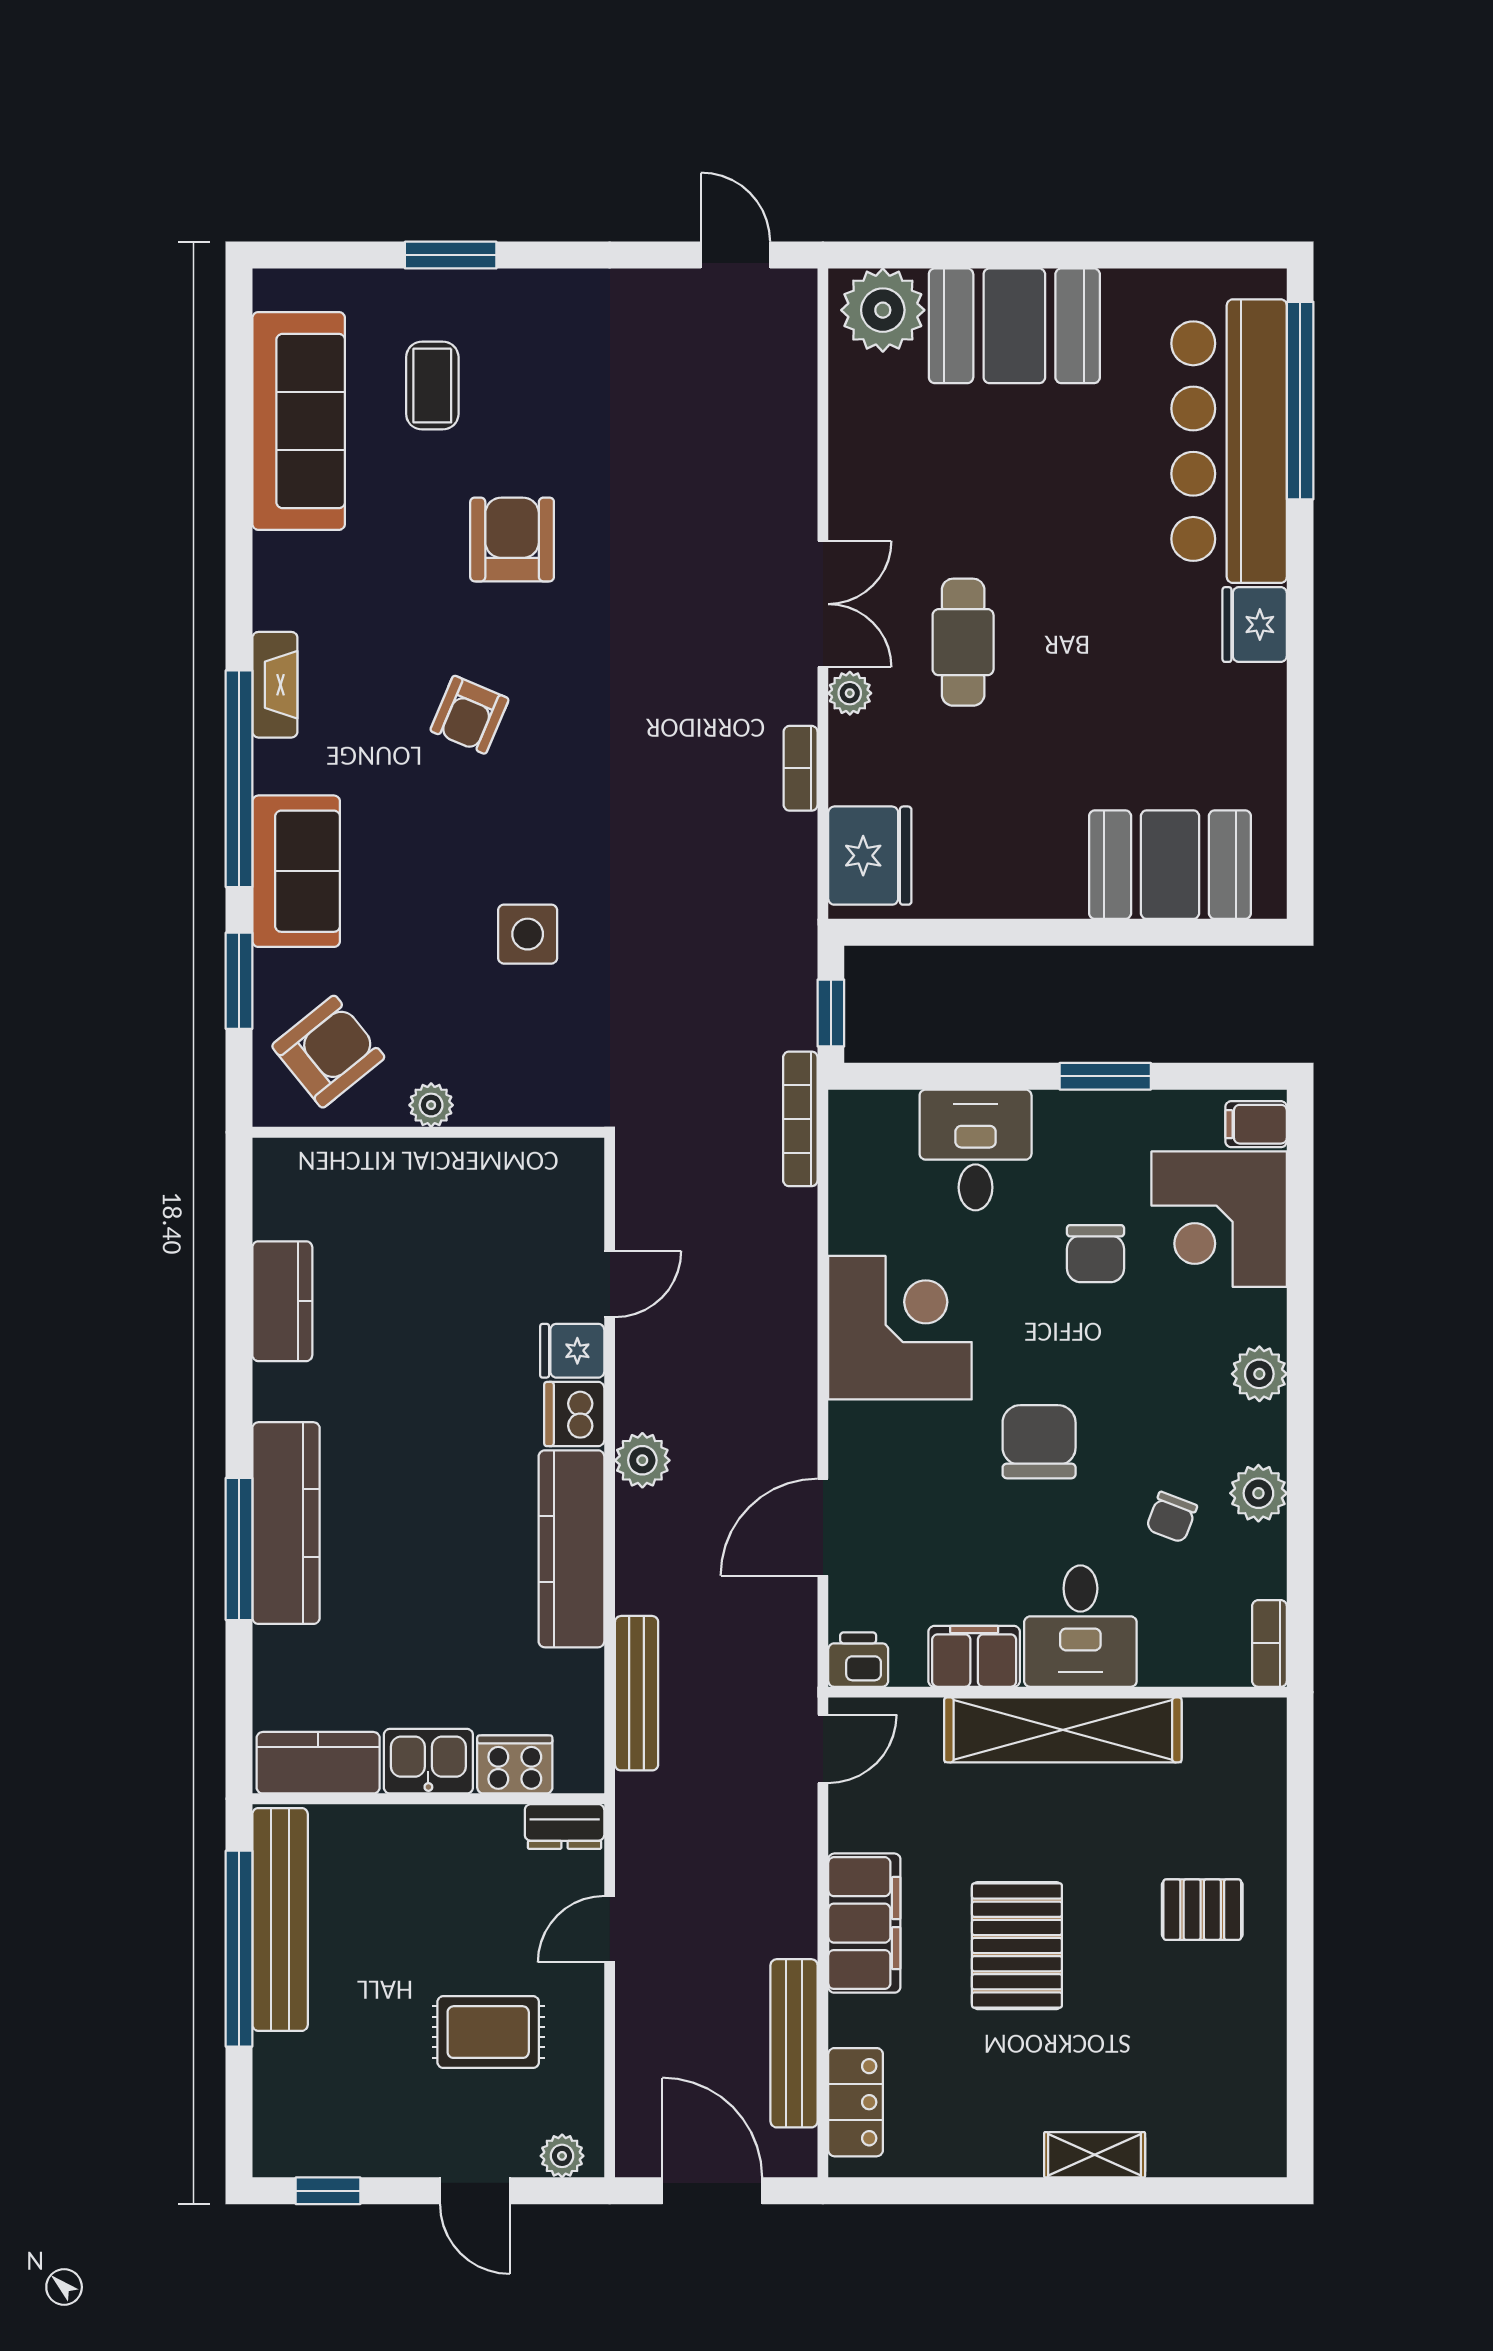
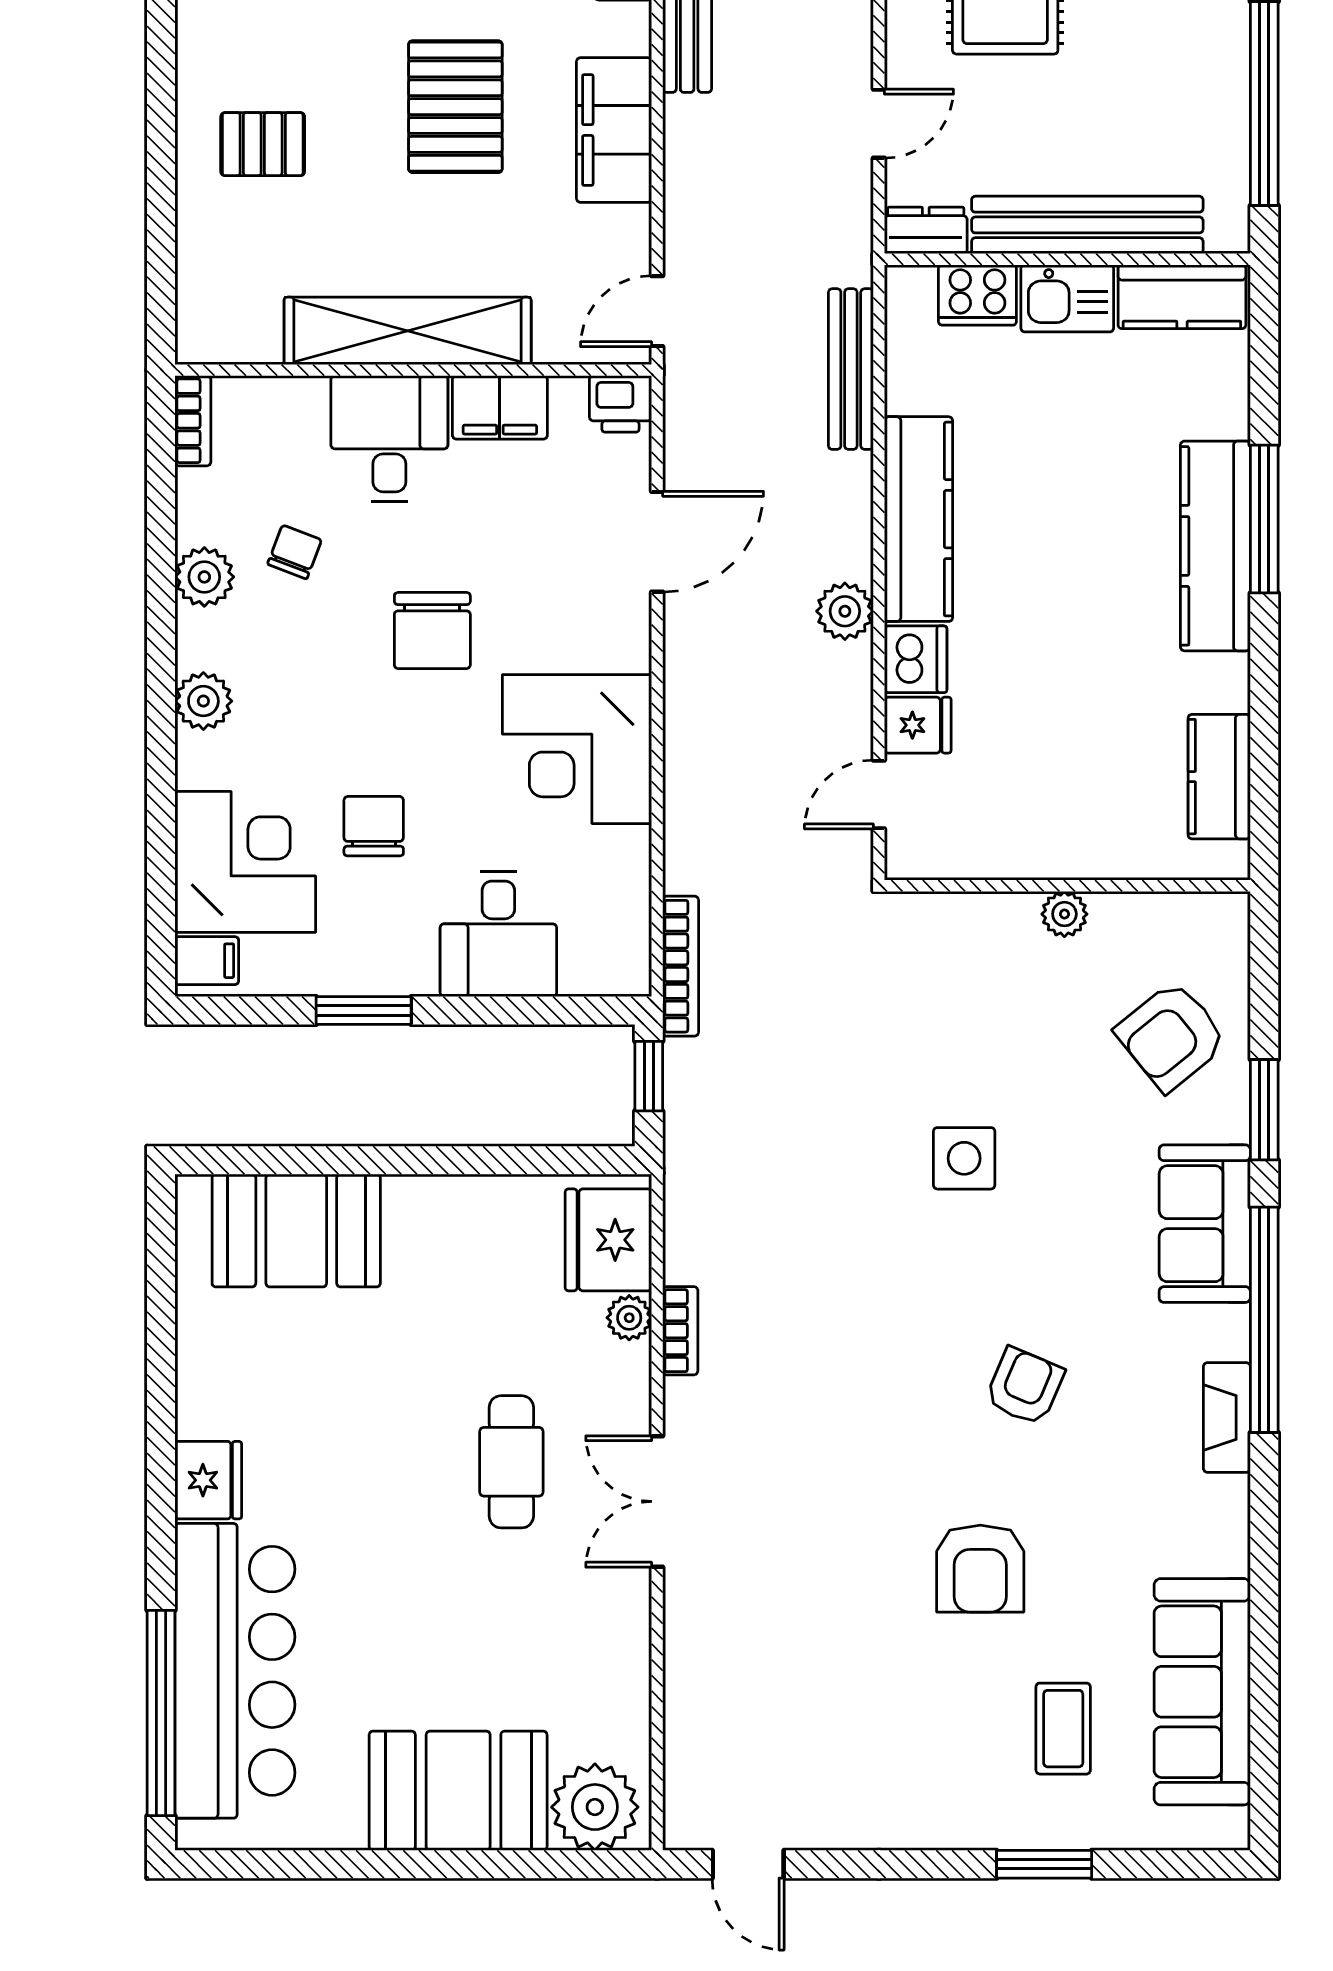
plant: (850, 693) -> (629, 1318), moved
plant: (431, 1105) -> (1064, 914), moved
wall: (428, 1132) -> (1067, 886), moved
bench: (280, 1919) -> (1087, 225), moved, turned 90

